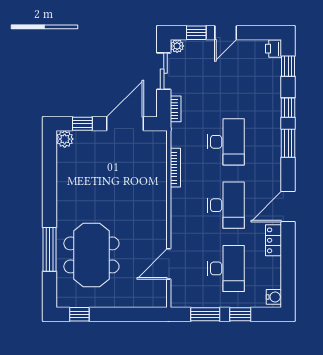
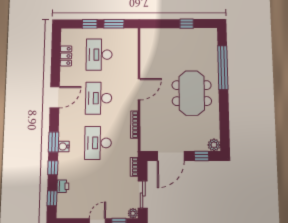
printer: (274, 49) -> (63, 186), moved
locker: (274, 240) -> (66, 56), moved
window: (49, 249) -> (223, 67), width x1.46
meeting table: (91, 255) -> (192, 93), moved
door: (169, 264) -> (139, 89), moved
water cooler: (274, 297) -> (64, 146), moved
window: (79, 314) -> (187, 24), moved

